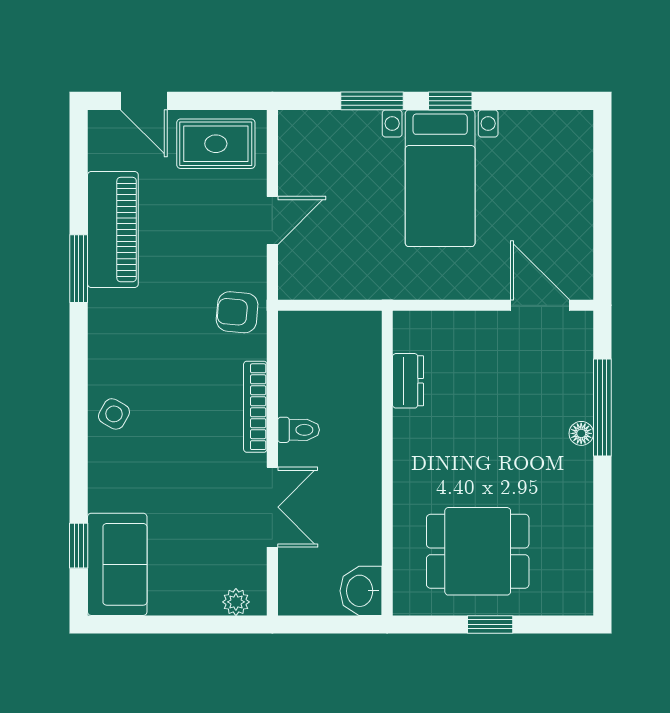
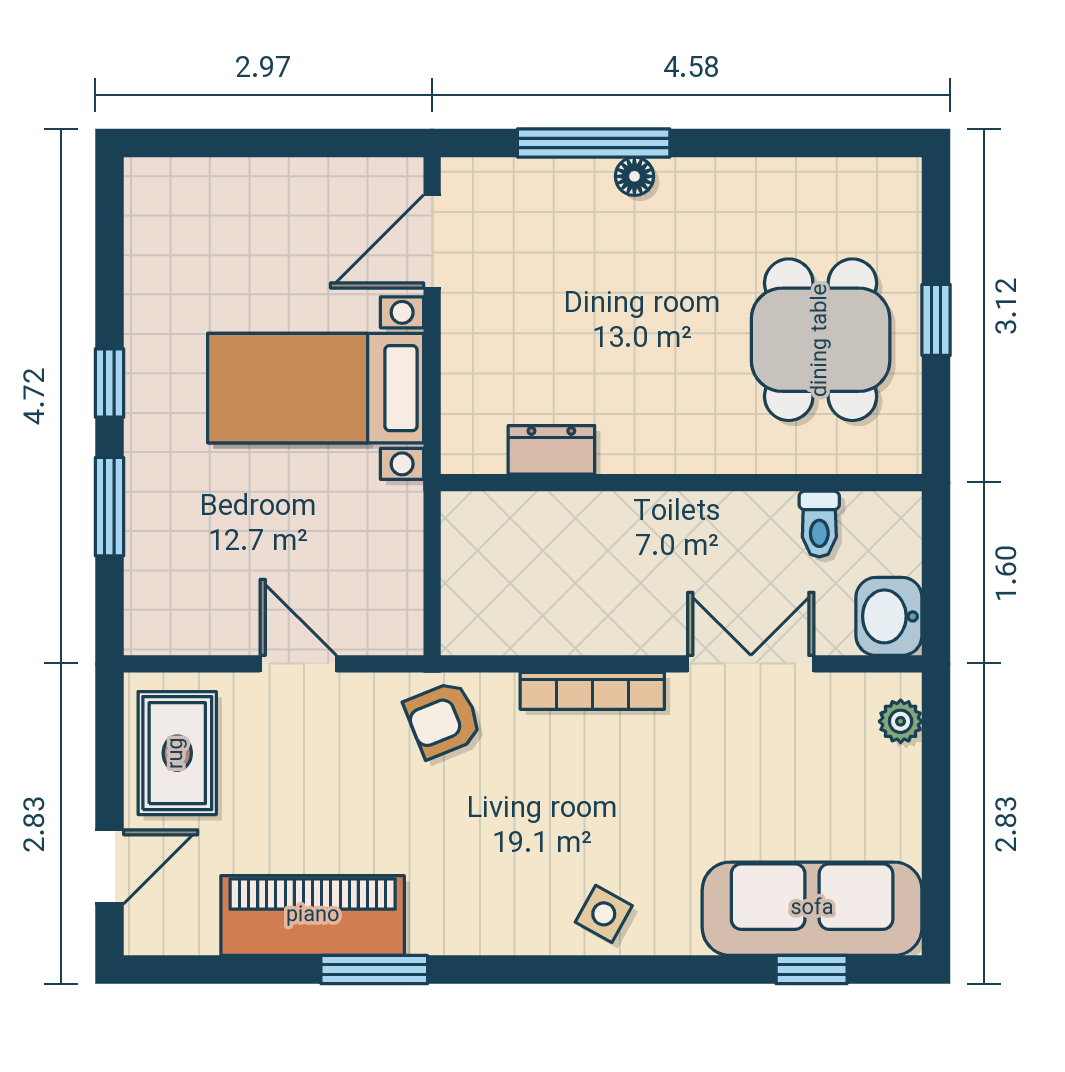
bed with nightstands: (440, 178) -> (316, 388), moved, turned 180
armchair: (237, 312) -> (443, 720), turned 63
toilet: (299, 430) -> (819, 524), moved, turned 180
sofa: (117, 564) -> (812, 909), width x1.36
washbasin: (361, 591) -> (889, 616), moved, turned 90

